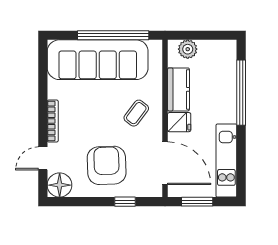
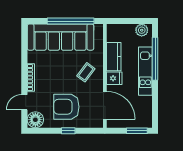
plant: (188, 49) -> (142, 30), moved
kitchen unit: (226, 161) -> (145, 71), moved
armchair: (107, 165) -> (66, 107), turned -88
window: (125, 202) -> (68, 131), moved
window: (197, 202) -> (137, 131), moved

